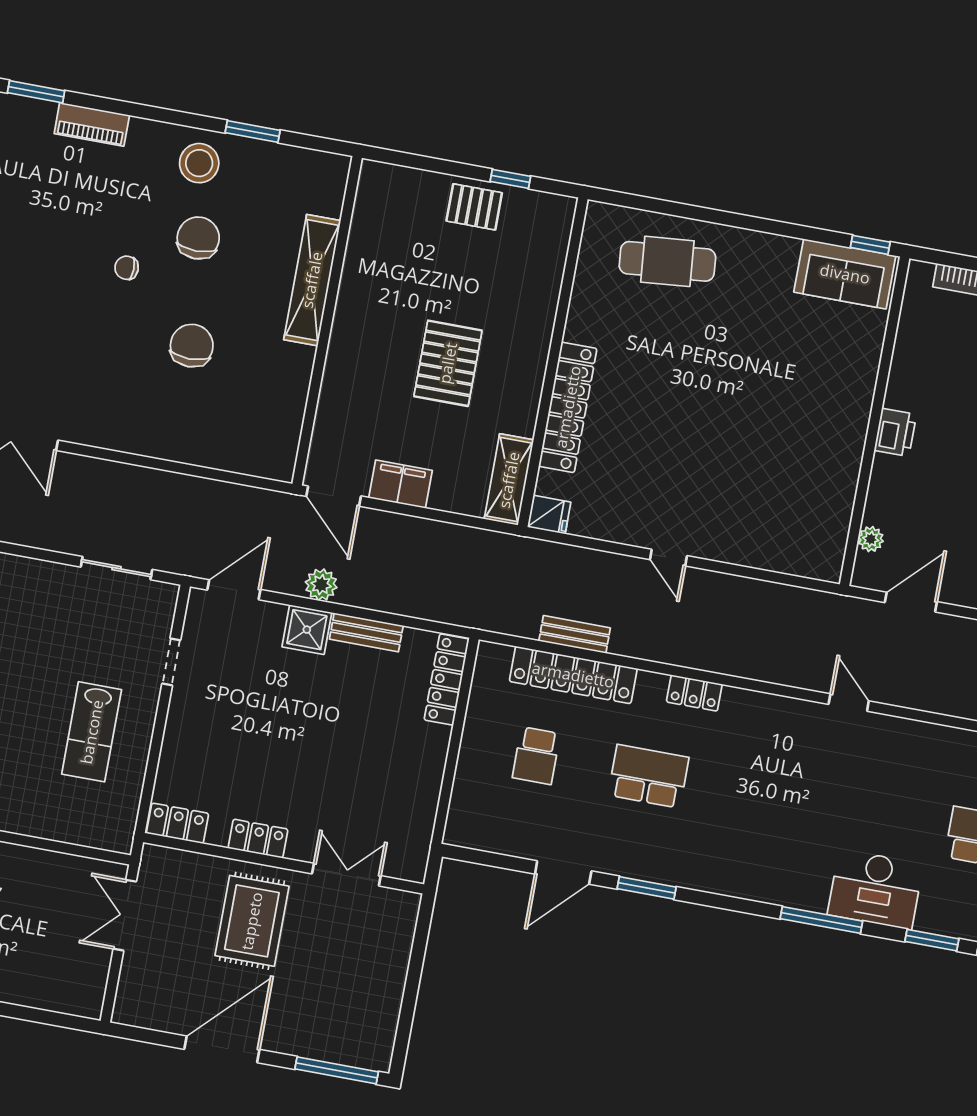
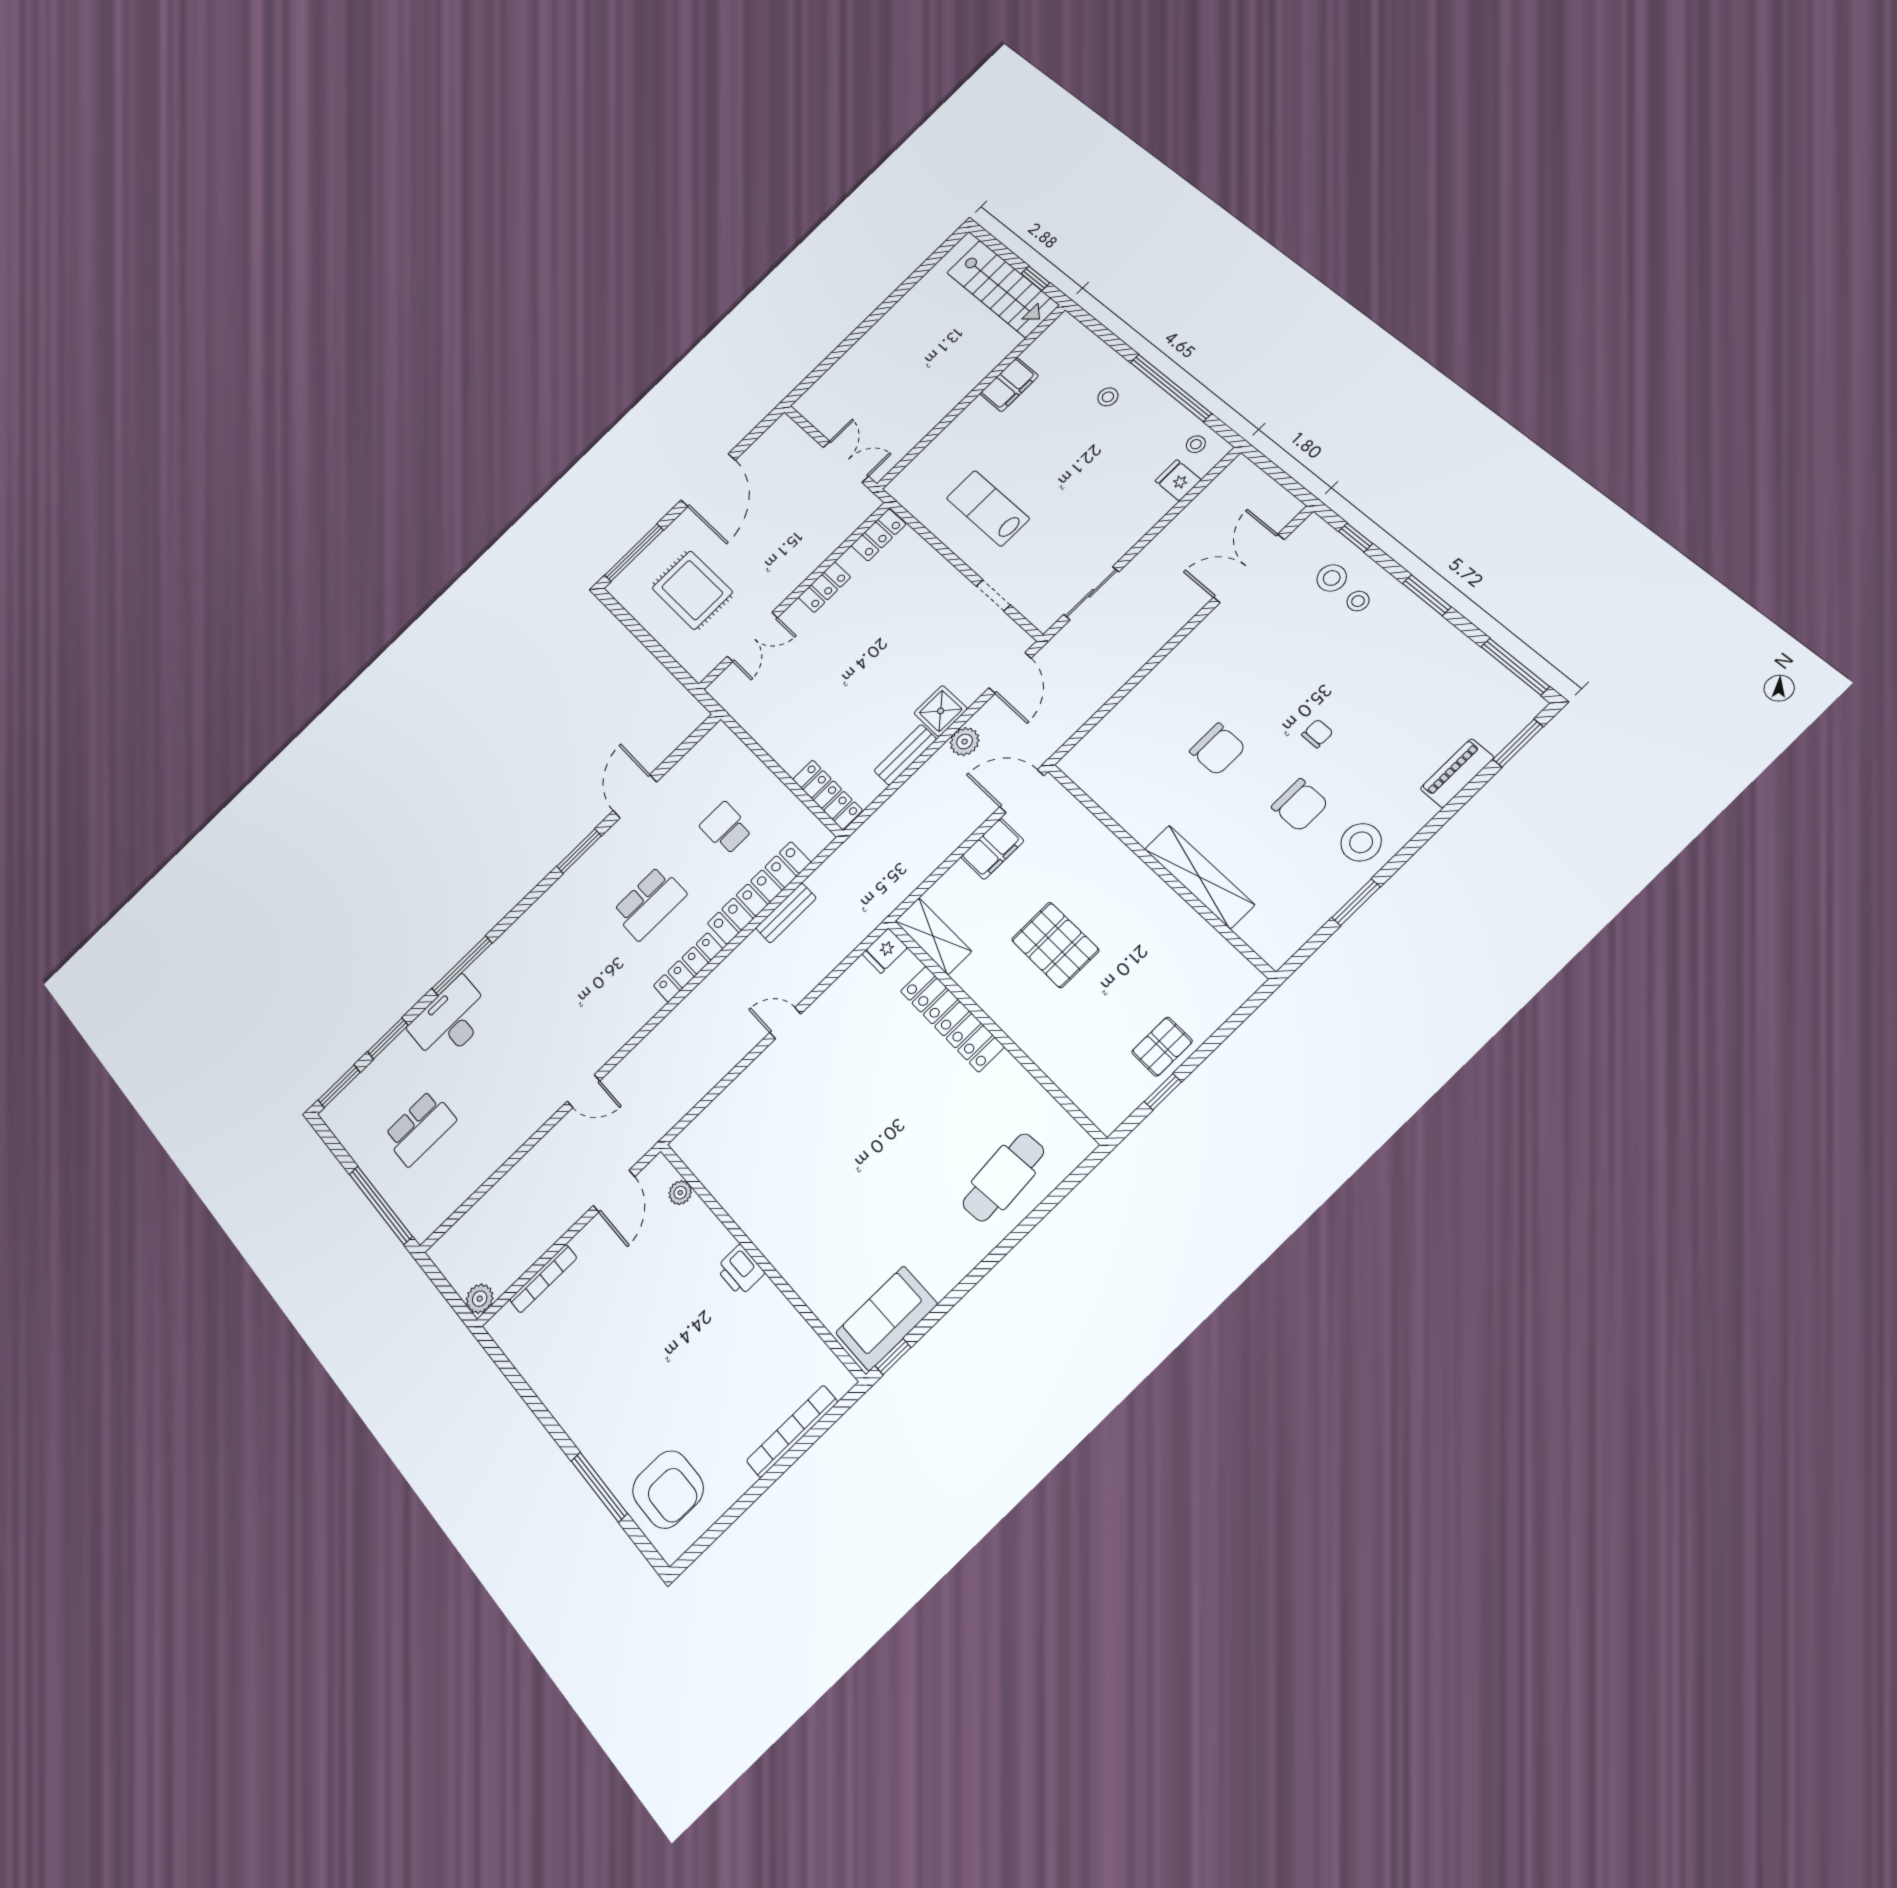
locker: (694, 693) -> (688, 967), width x1.53
rug: (252, 921) -> (692, 590), moved

